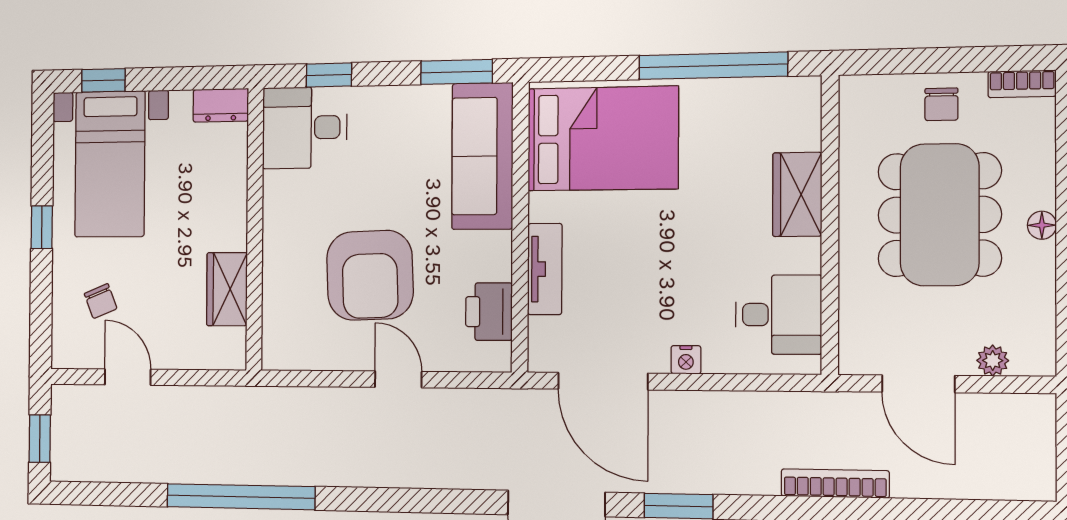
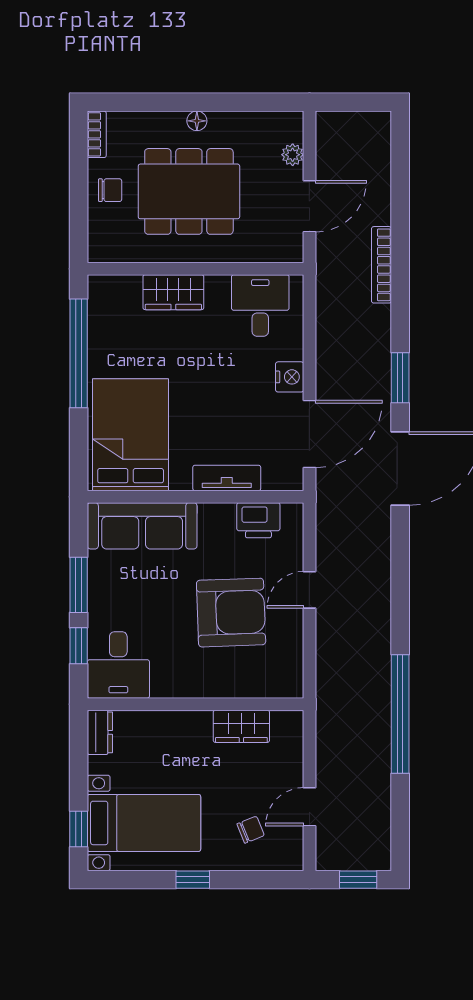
window: (457, 72) -> (79, 585), moved
nightstand: (686, 360) -> (290, 377), width x1.39, depth x1.35

